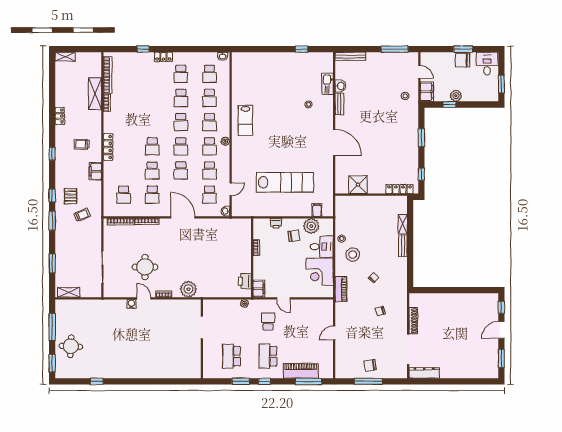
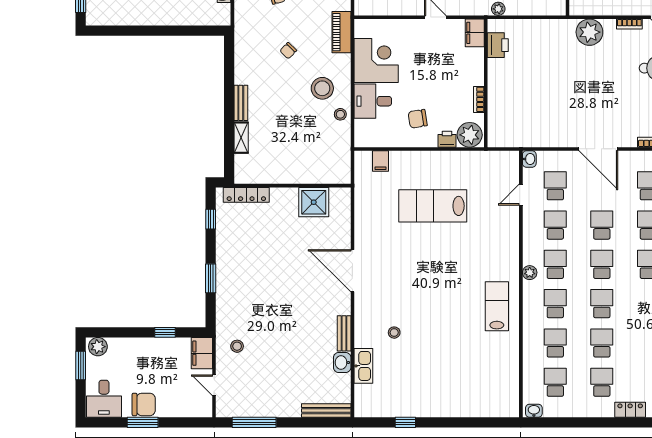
plant: (456, 96) -> (98, 347), moved
lab bench: (285, 182) -> (433, 206), width x0.73
plant: (311, 226) -> (470, 135), moved

